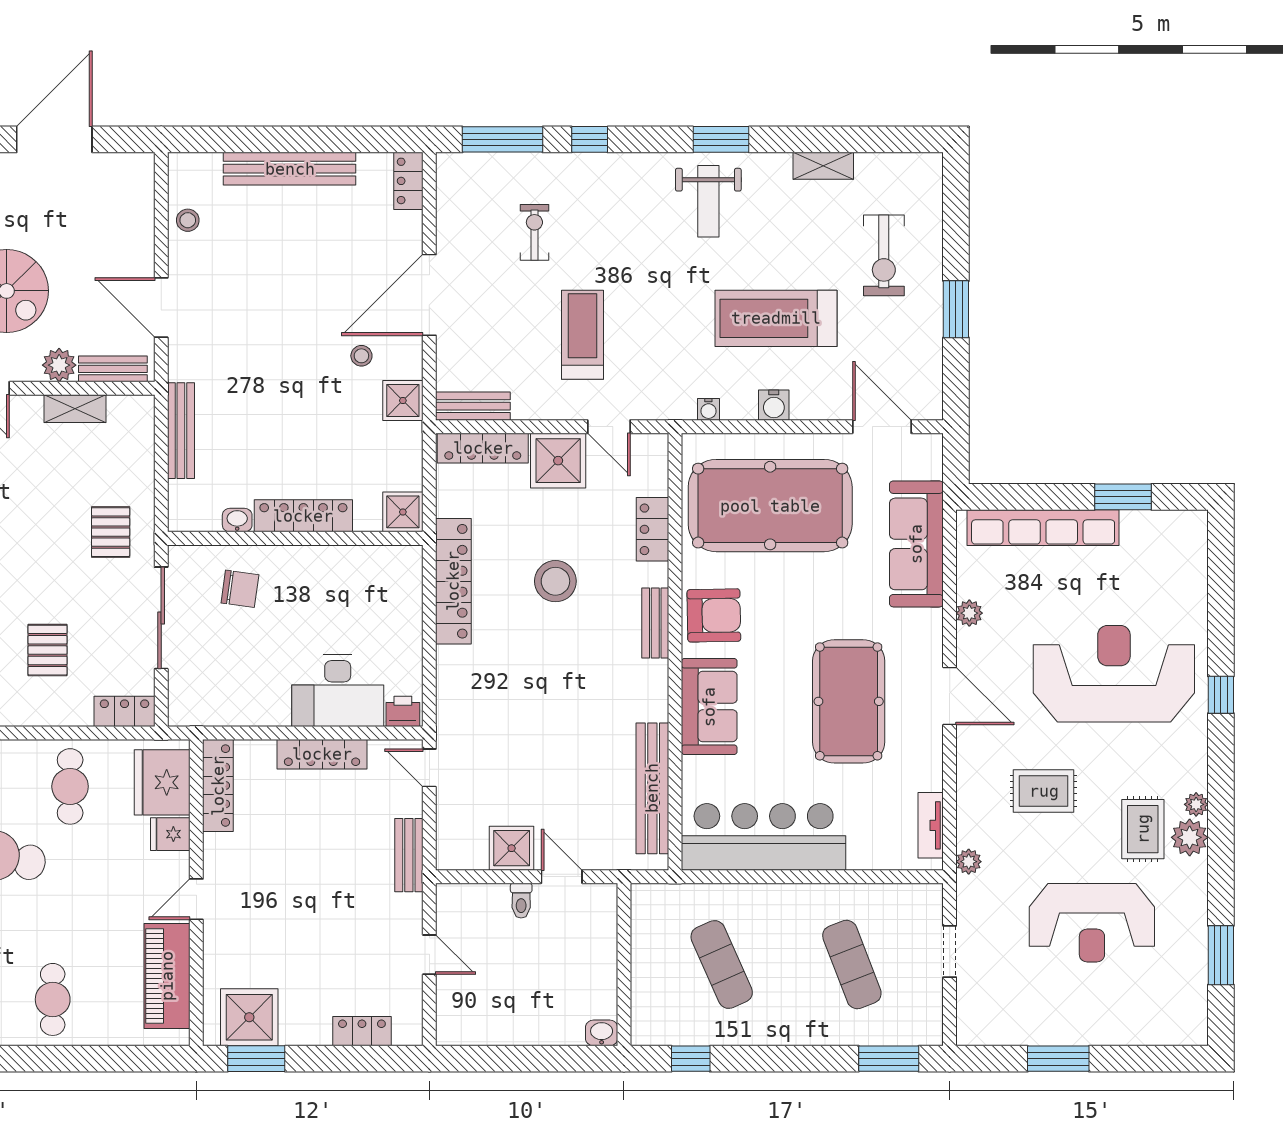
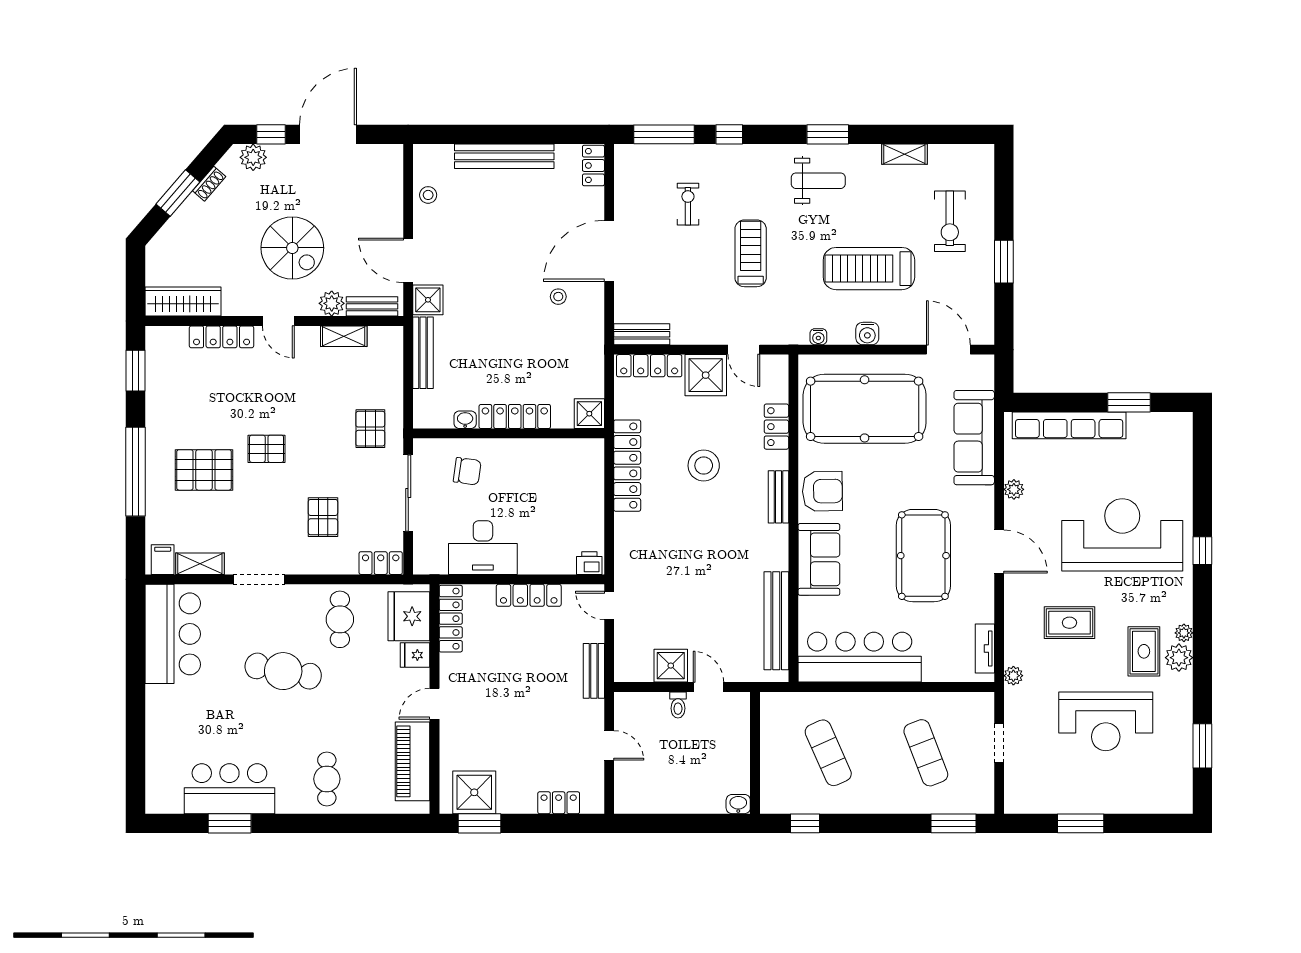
weight bench: (708, 201) -> (818, 181), turned -90
treadmill: (583, 335) -> (751, 253), moved
shower: (403, 401) -> (428, 300), moved
desk: (338, 691) -> (483, 548), moved

